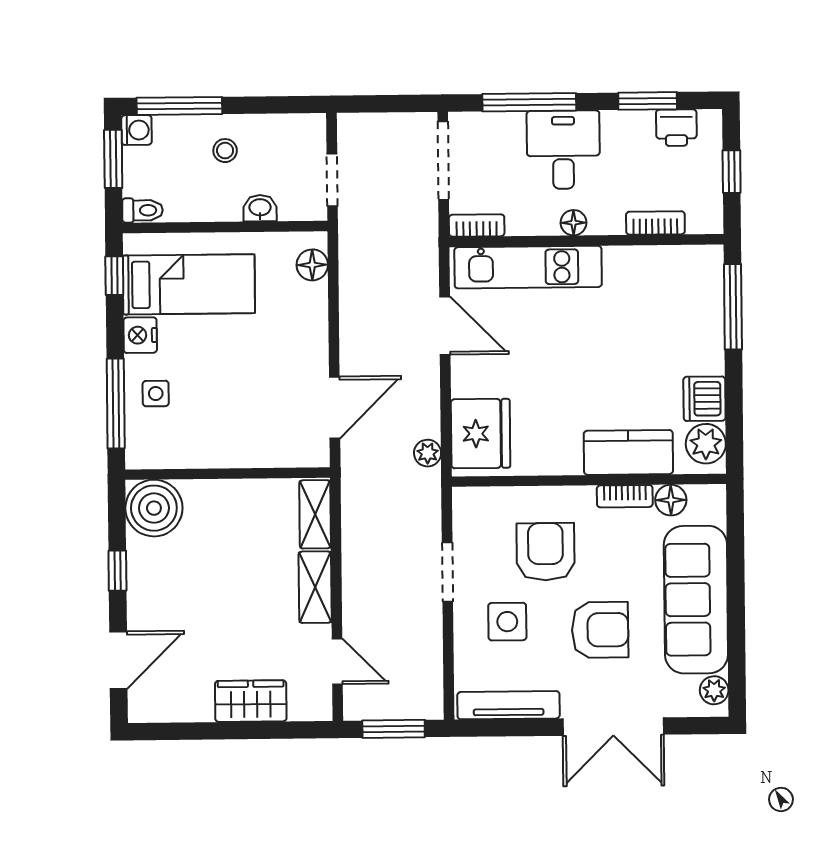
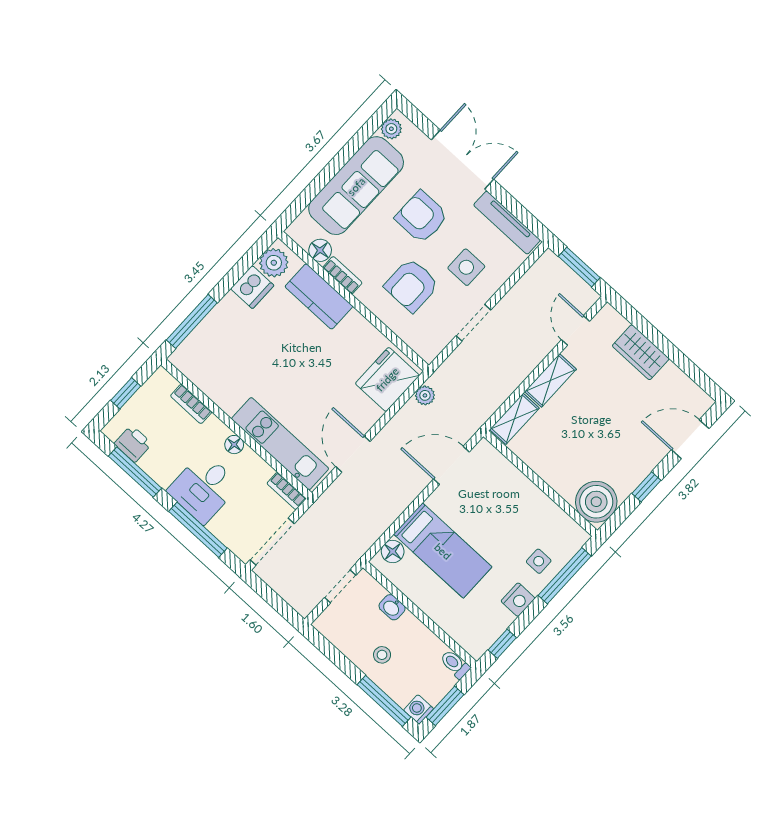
window: (648, 101) -> (135, 472), width x1.44
bed: (189, 284) -> (443, 551), moved, turned 180

